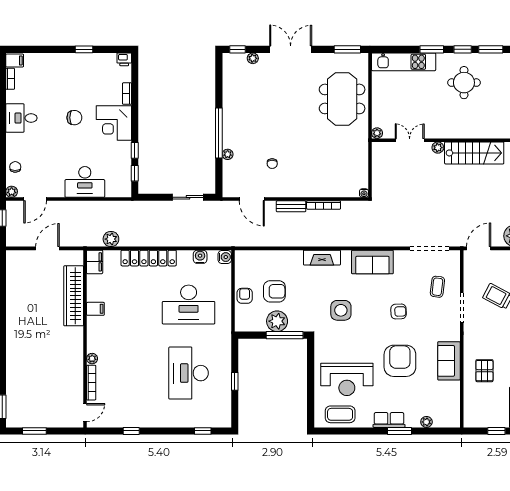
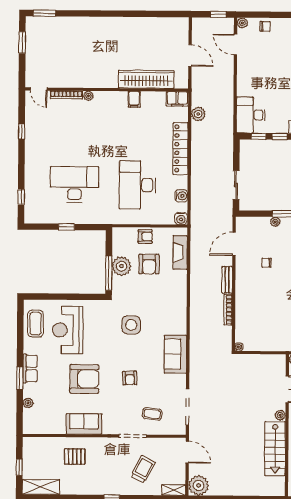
desk: (85, 182) -> (251, 115), moved
fireplace: (322, 258) -> (180, 252), moved

